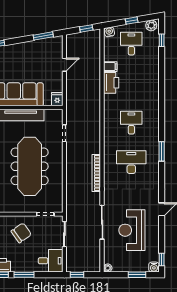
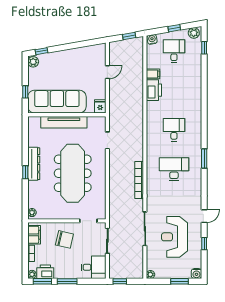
window: (43, 36) -> (86, 43), removed
chair: (21, 233) -> (64, 239), turned 48
window: (162, 259) -> (204, 244), moved

